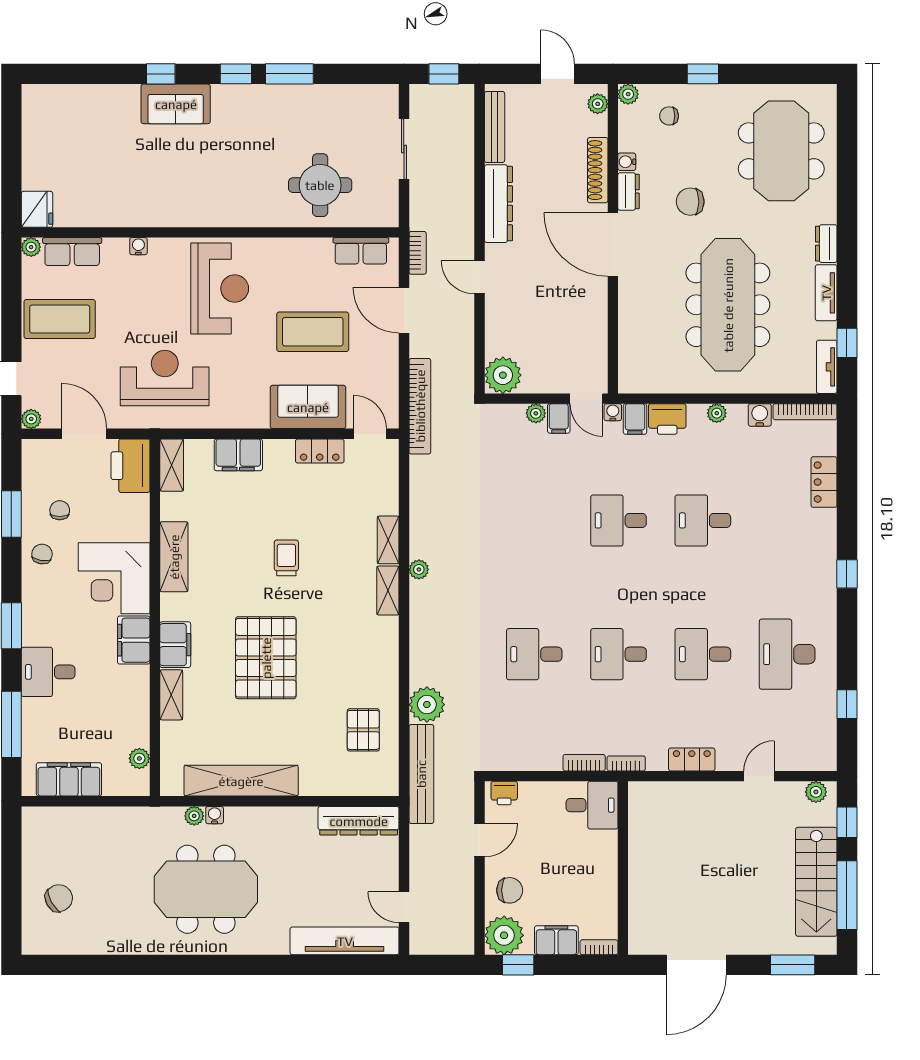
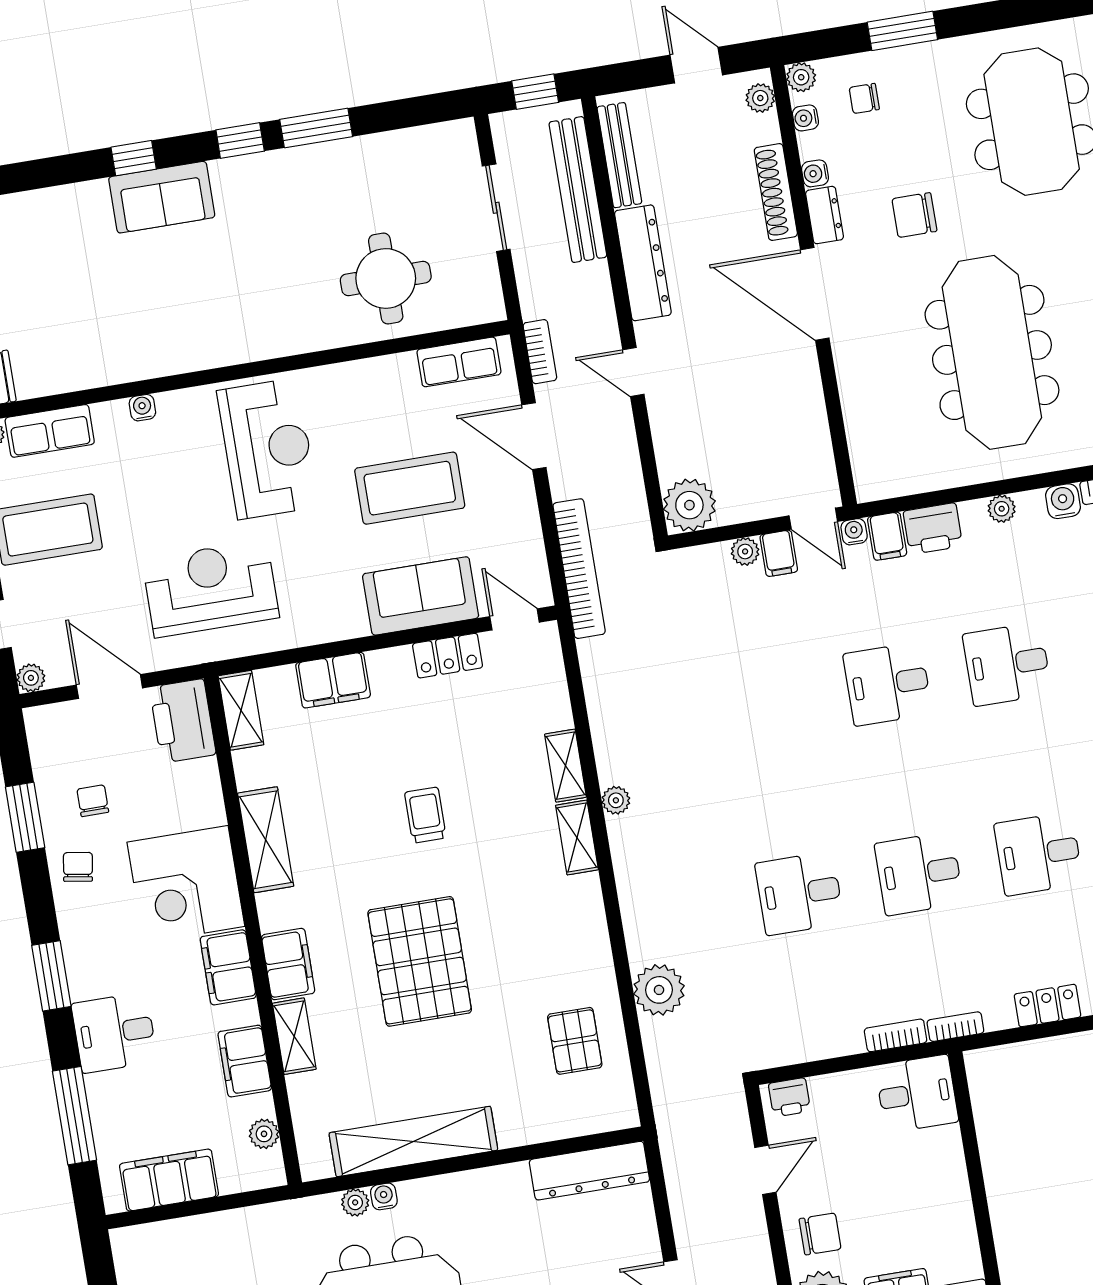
window: (703, 74) -> (902, 31), width x1.50
water cooler: (626, 123) -> (805, 118), added
filing cabinet: (134, 706) -> (245, 1061), added
bench: (421, 774) -> (578, 190), moved

